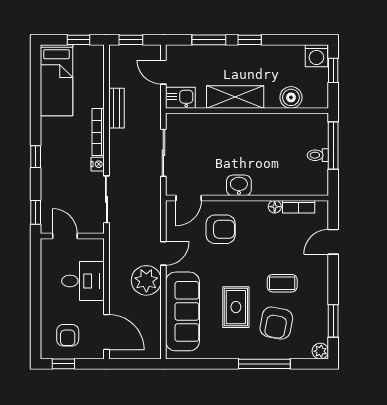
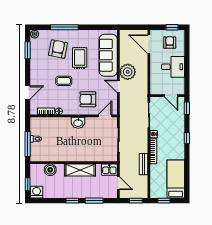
door: (163, 253) -> (118, 86), hinge flipped
desk: (83, 281) -> (173, 67), moved, turned 180
coffee table: (282, 283) -> (64, 81), moved

